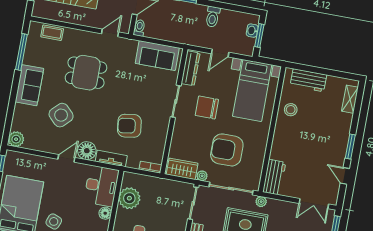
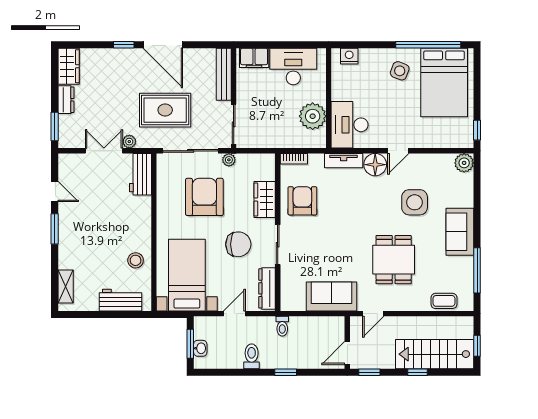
toilet: (139, 28) -> (282, 326), moved
sofa: (157, 56) -> (331, 297), moved
dining table: (86, 73) -> (394, 260), turned 90
side table: (61, 115) -> (415, 202), turned 45
armchair: (129, 126) -> (302, 201), moved, turned -82
armchair: (227, 150) -> (204, 197), turned -90
wardrobe: (182, 169) -> (265, 200), moved, turned 90
plant: (261, 202) -> (129, 142), moved
double door: (314, 204) -> (104, 151), moved
floor lamp: (105, 213) -> (339, 92), removed

